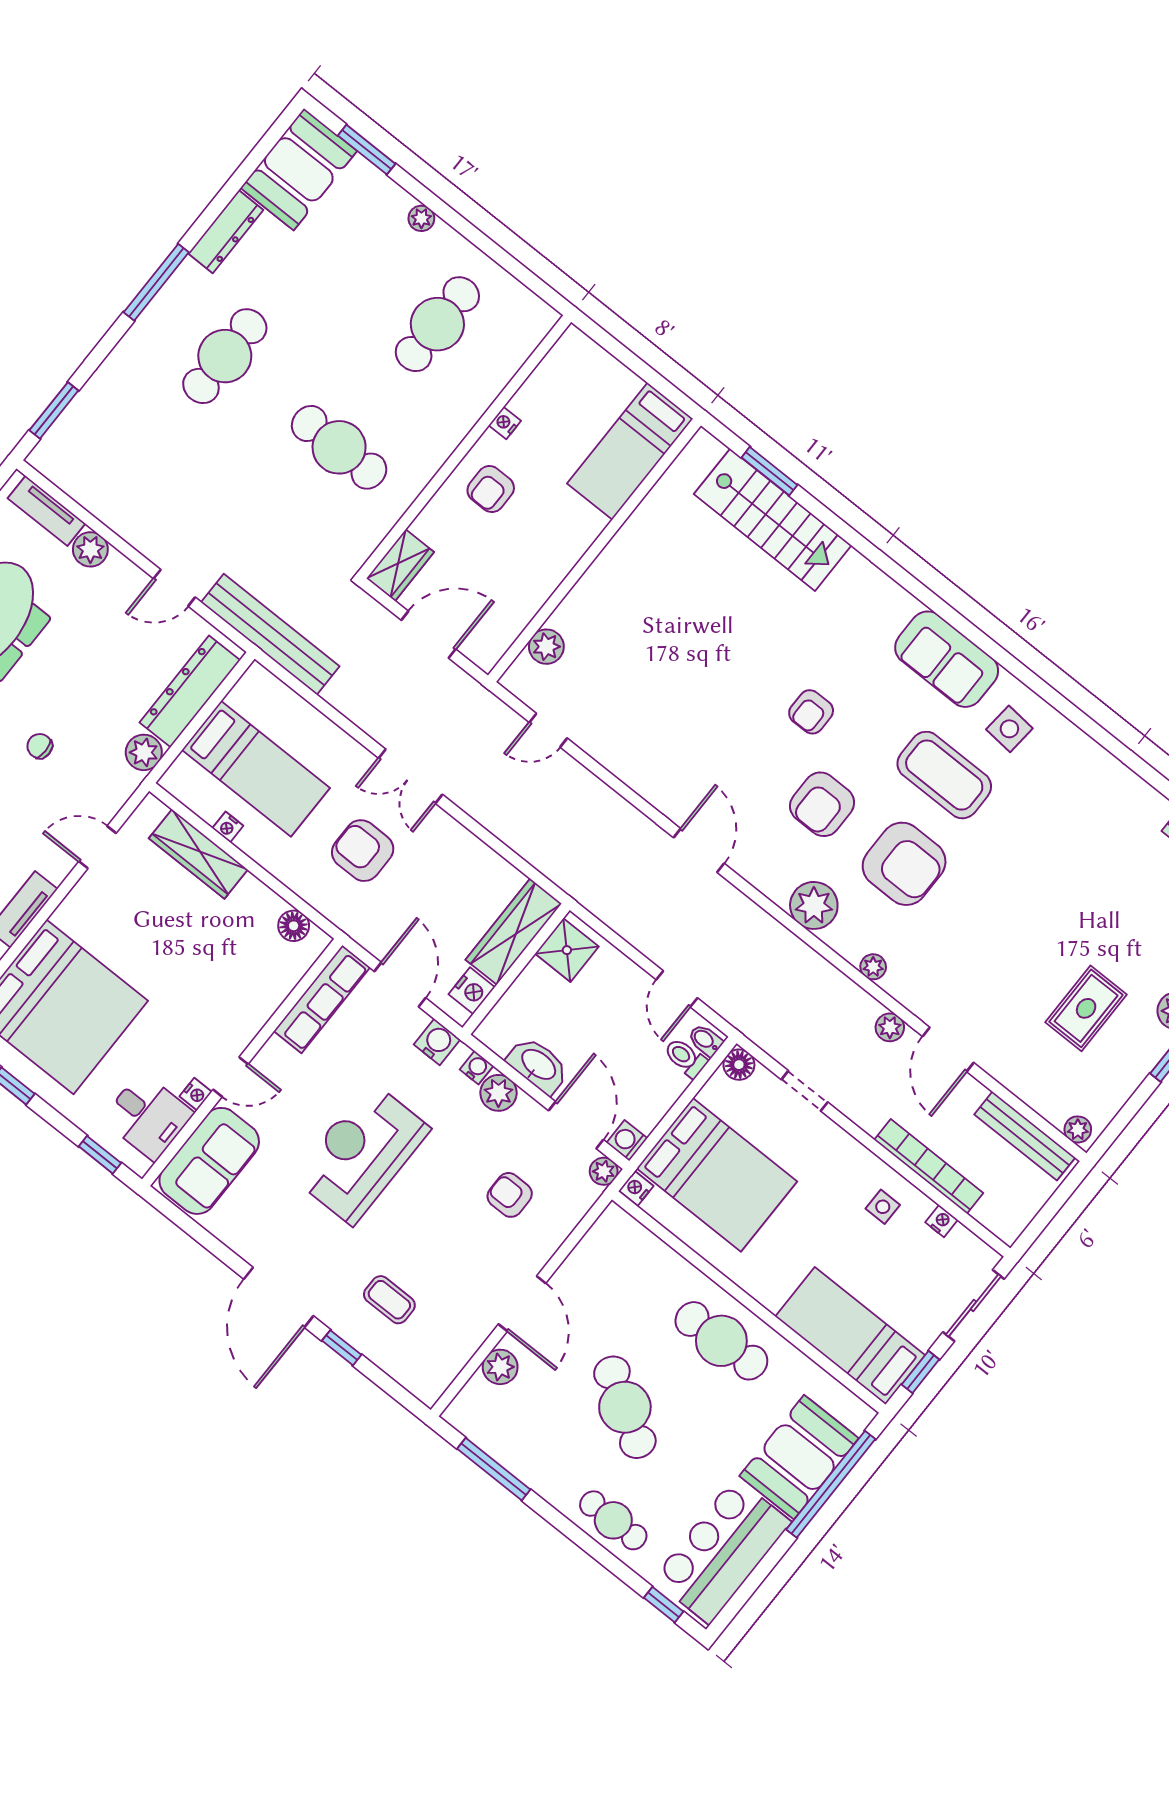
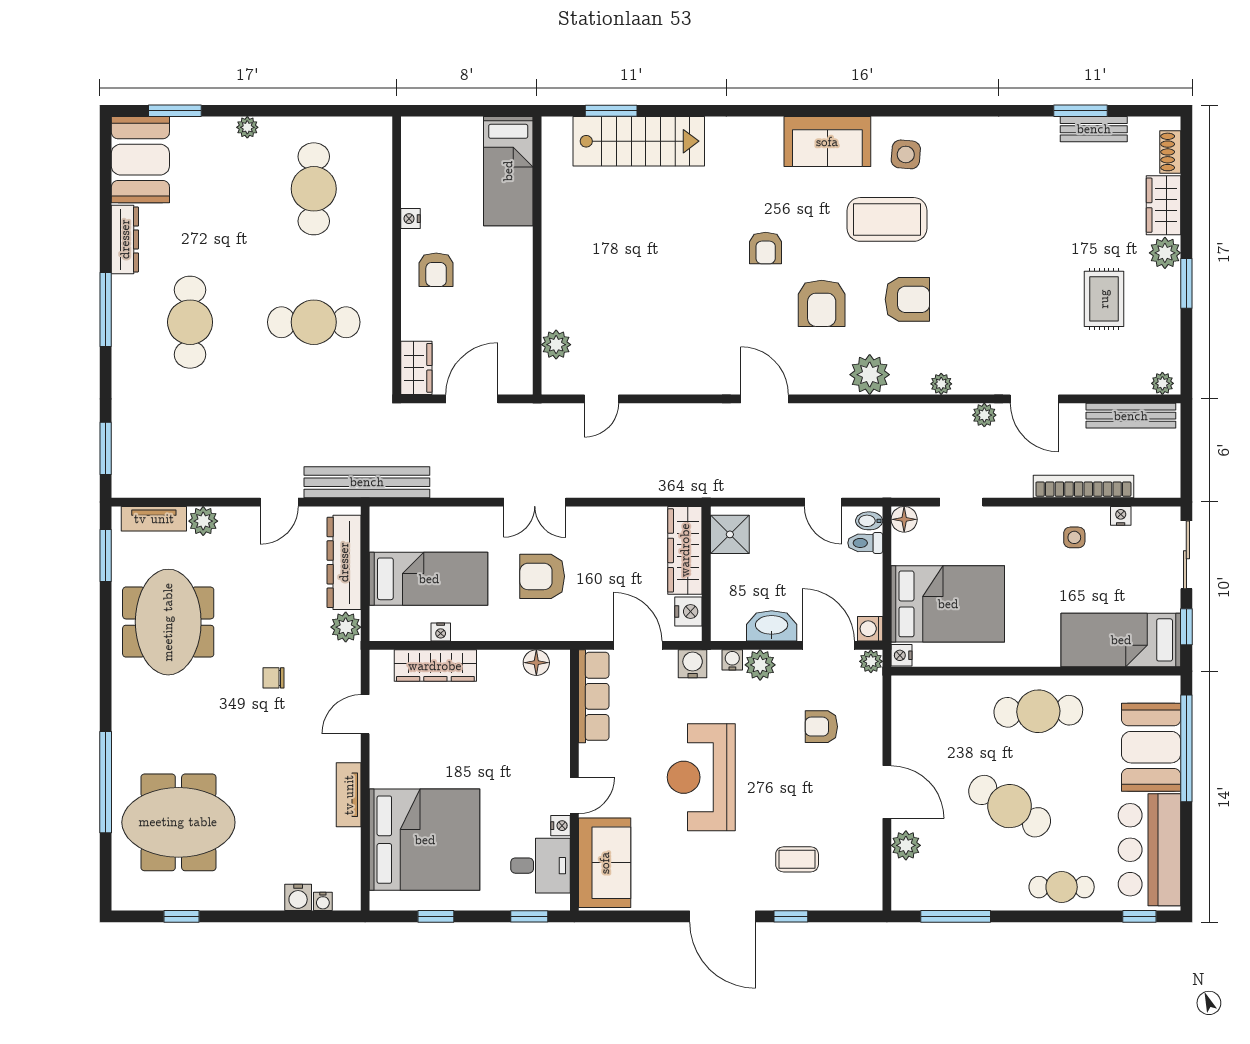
armchair: (904, 864) -> (907, 299), width x0.73, depth x0.73

